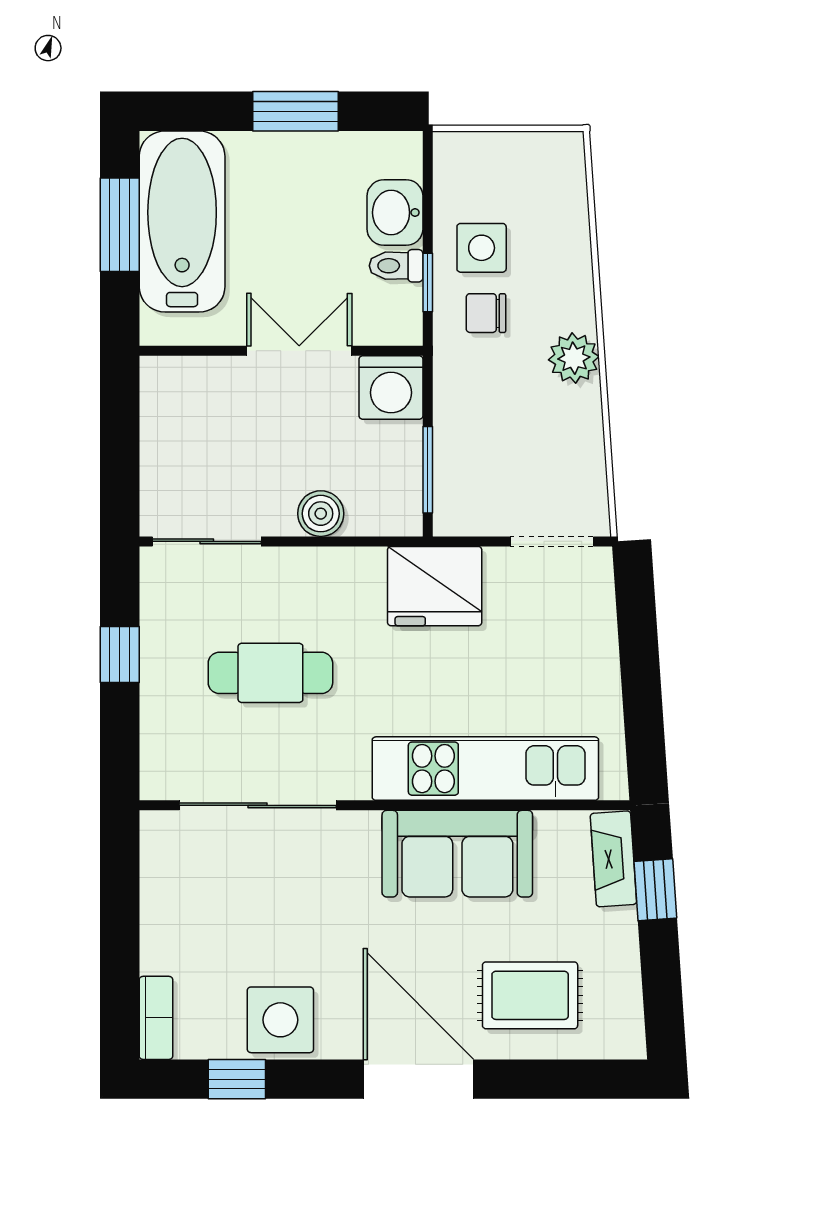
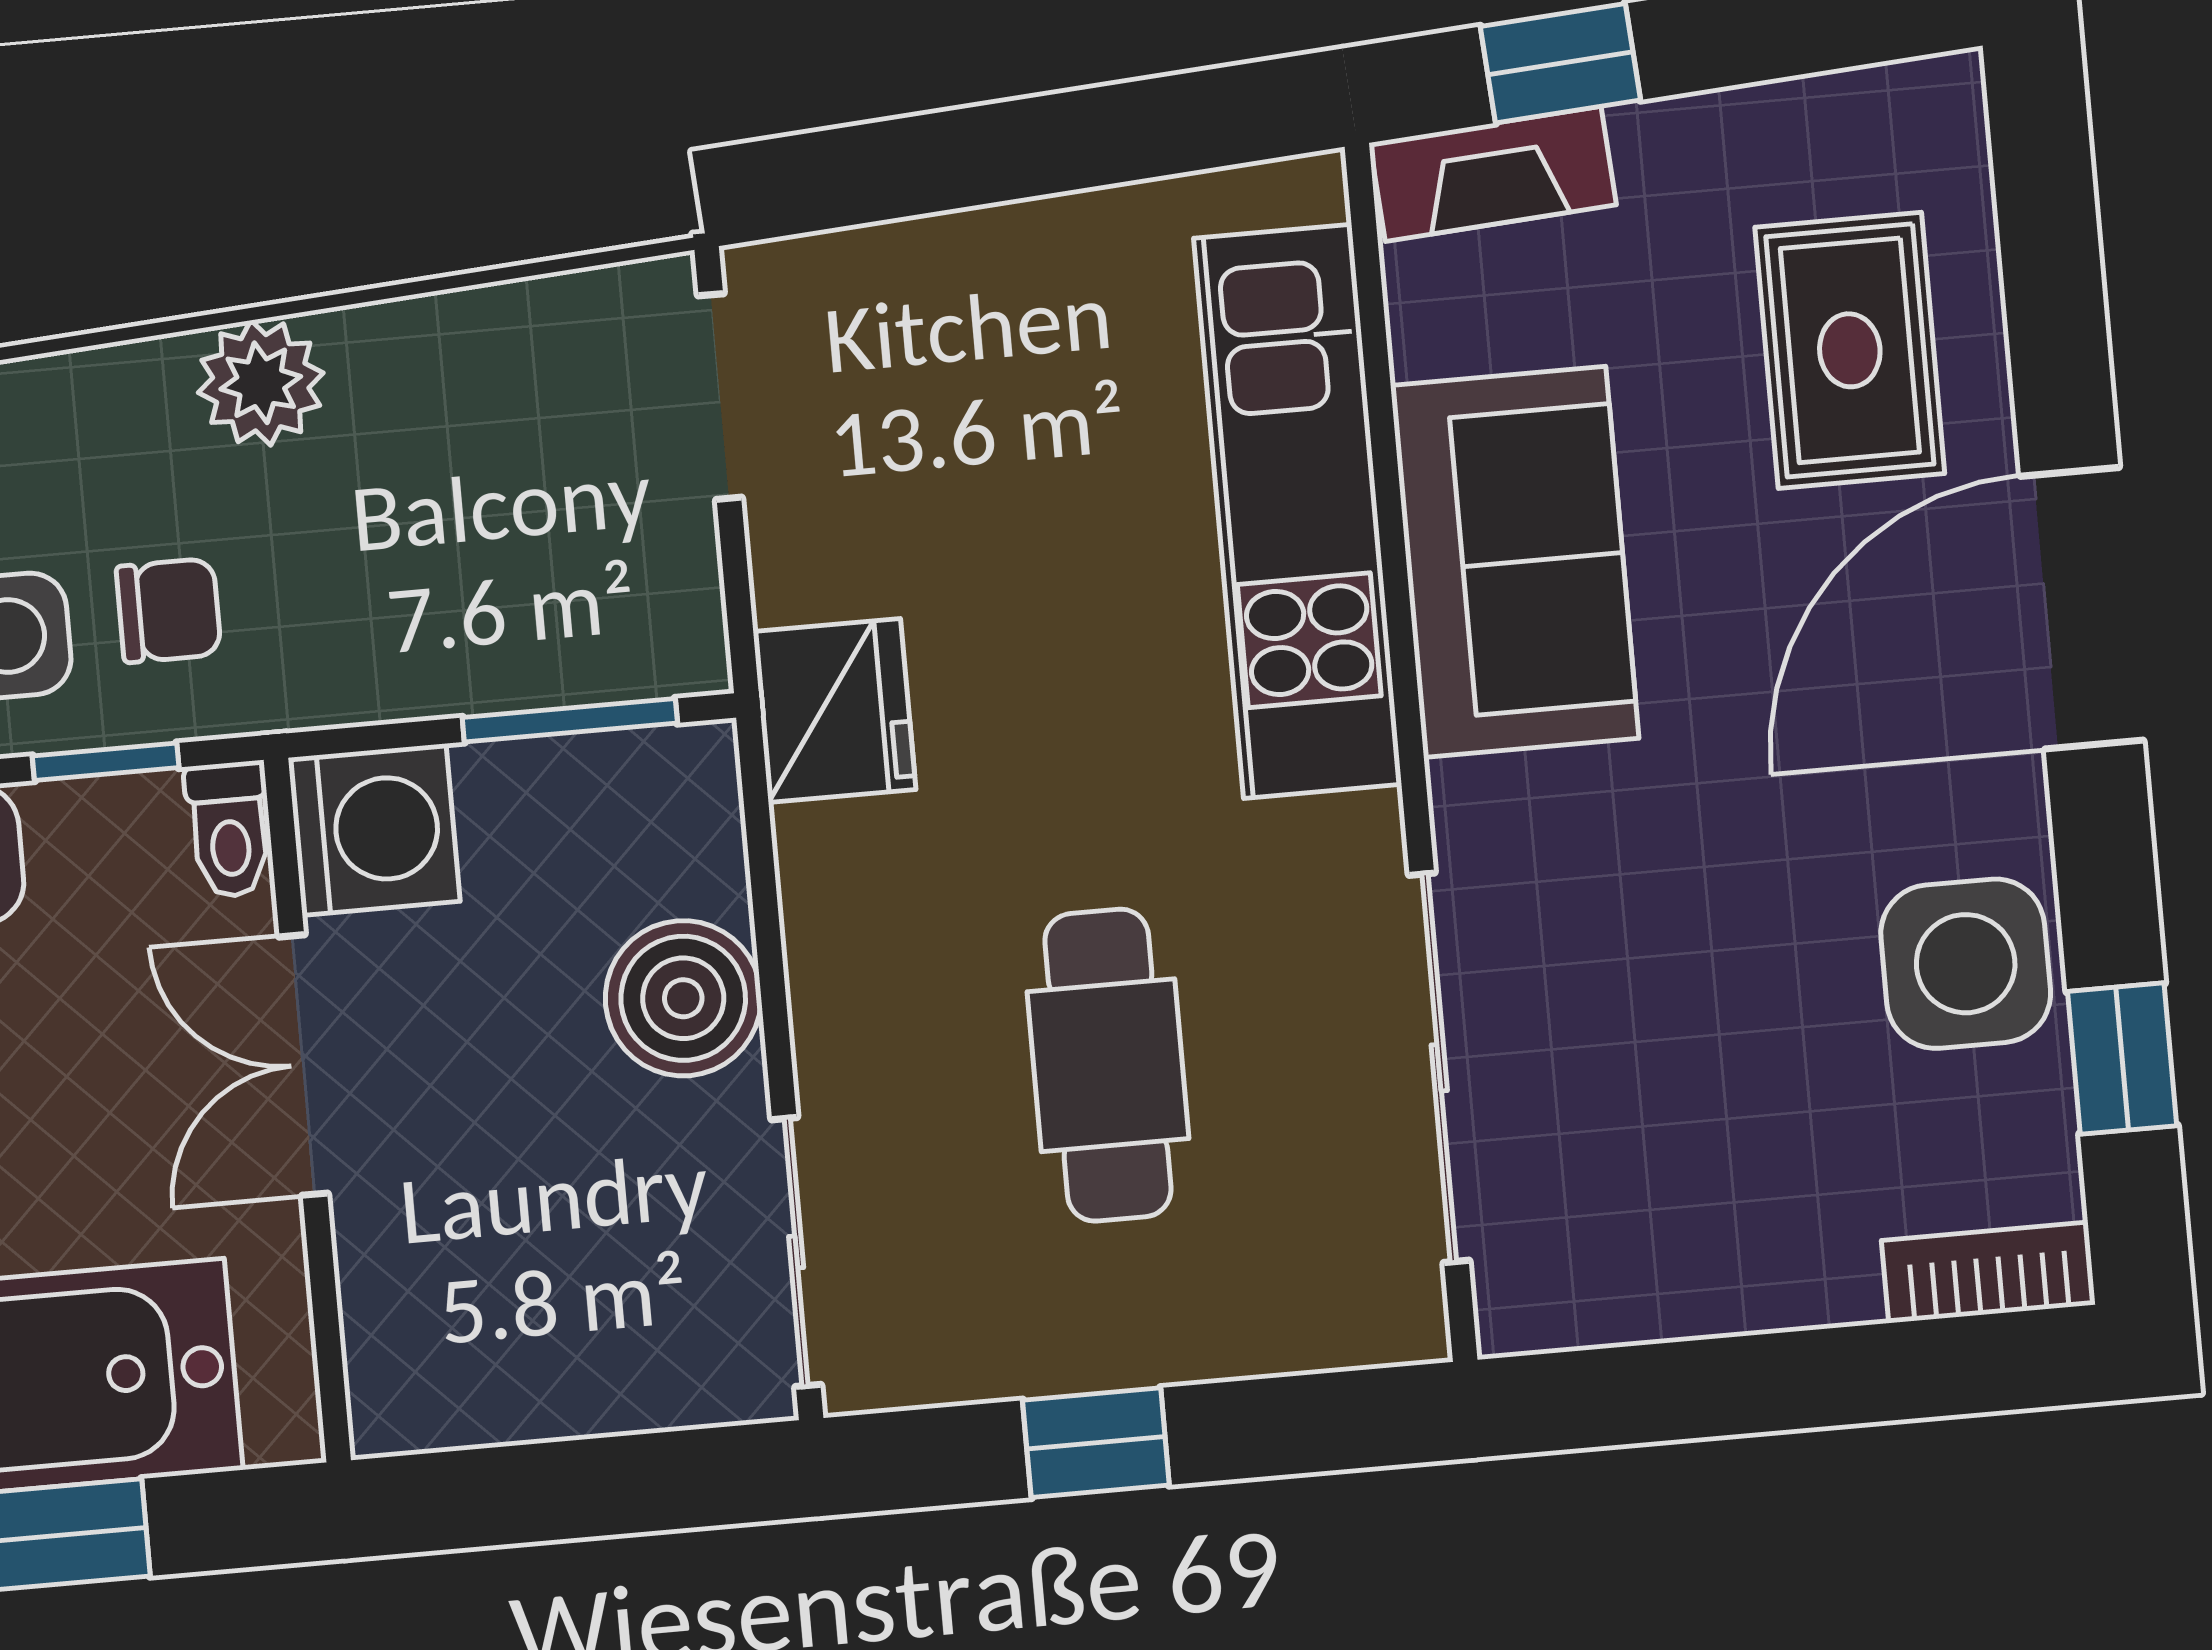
toilet: (396, 266) -> (229, 830), moved
chair: (486, 313) -> (169, 610), turned -90
boiler: (321, 514) -> (683, 998), width x1.36, depth x1.36
fridge: (435, 586) -> (834, 711), width x0.73, depth x0.75

